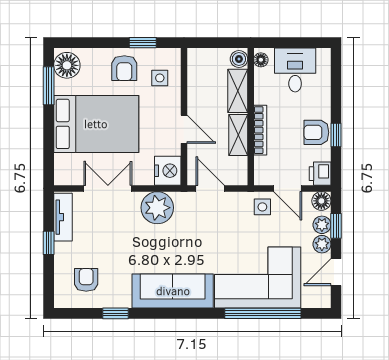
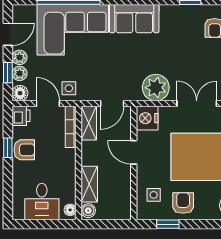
bookcase: (260, 130) -> (71, 127), moved
shelving: (238, 135) -> (89, 123), moved
double door: (108, 188) -> (197, 104), swing flipped
door: (210, 188) -> (112, 104), hinge flipped
sofa: (173, 291) -> (134, 19), width x0.73

